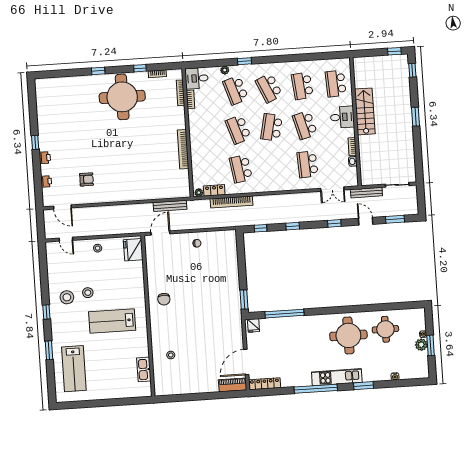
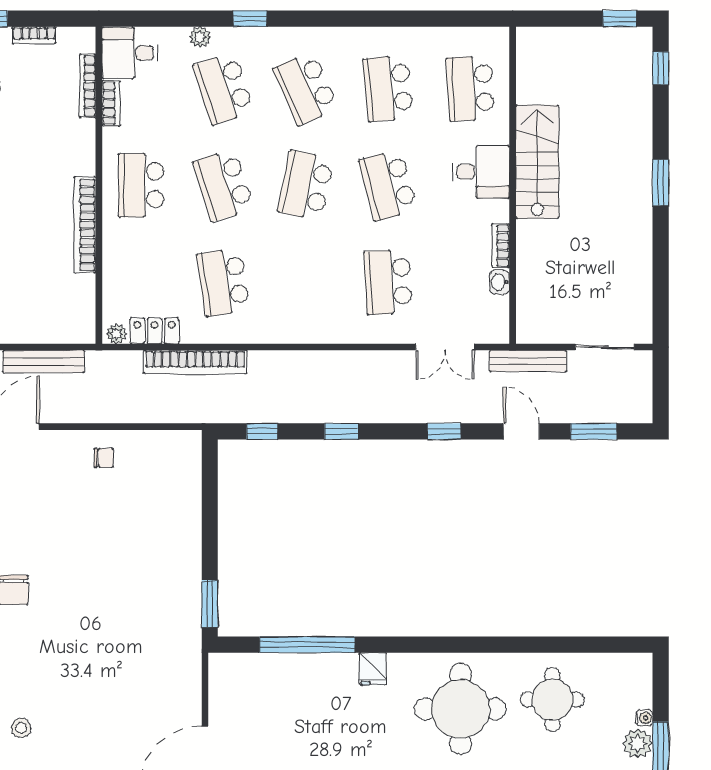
school desk: (205, 132) -> (141, 185), added
fridge: (253, 325) -> (373, 669), moved

